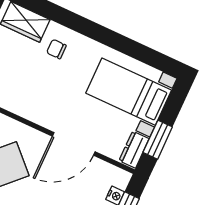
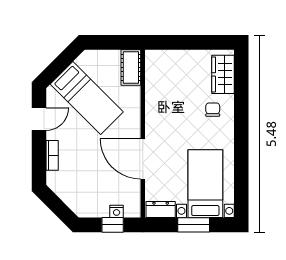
window: (158, 140) -> (194, 225), moved

